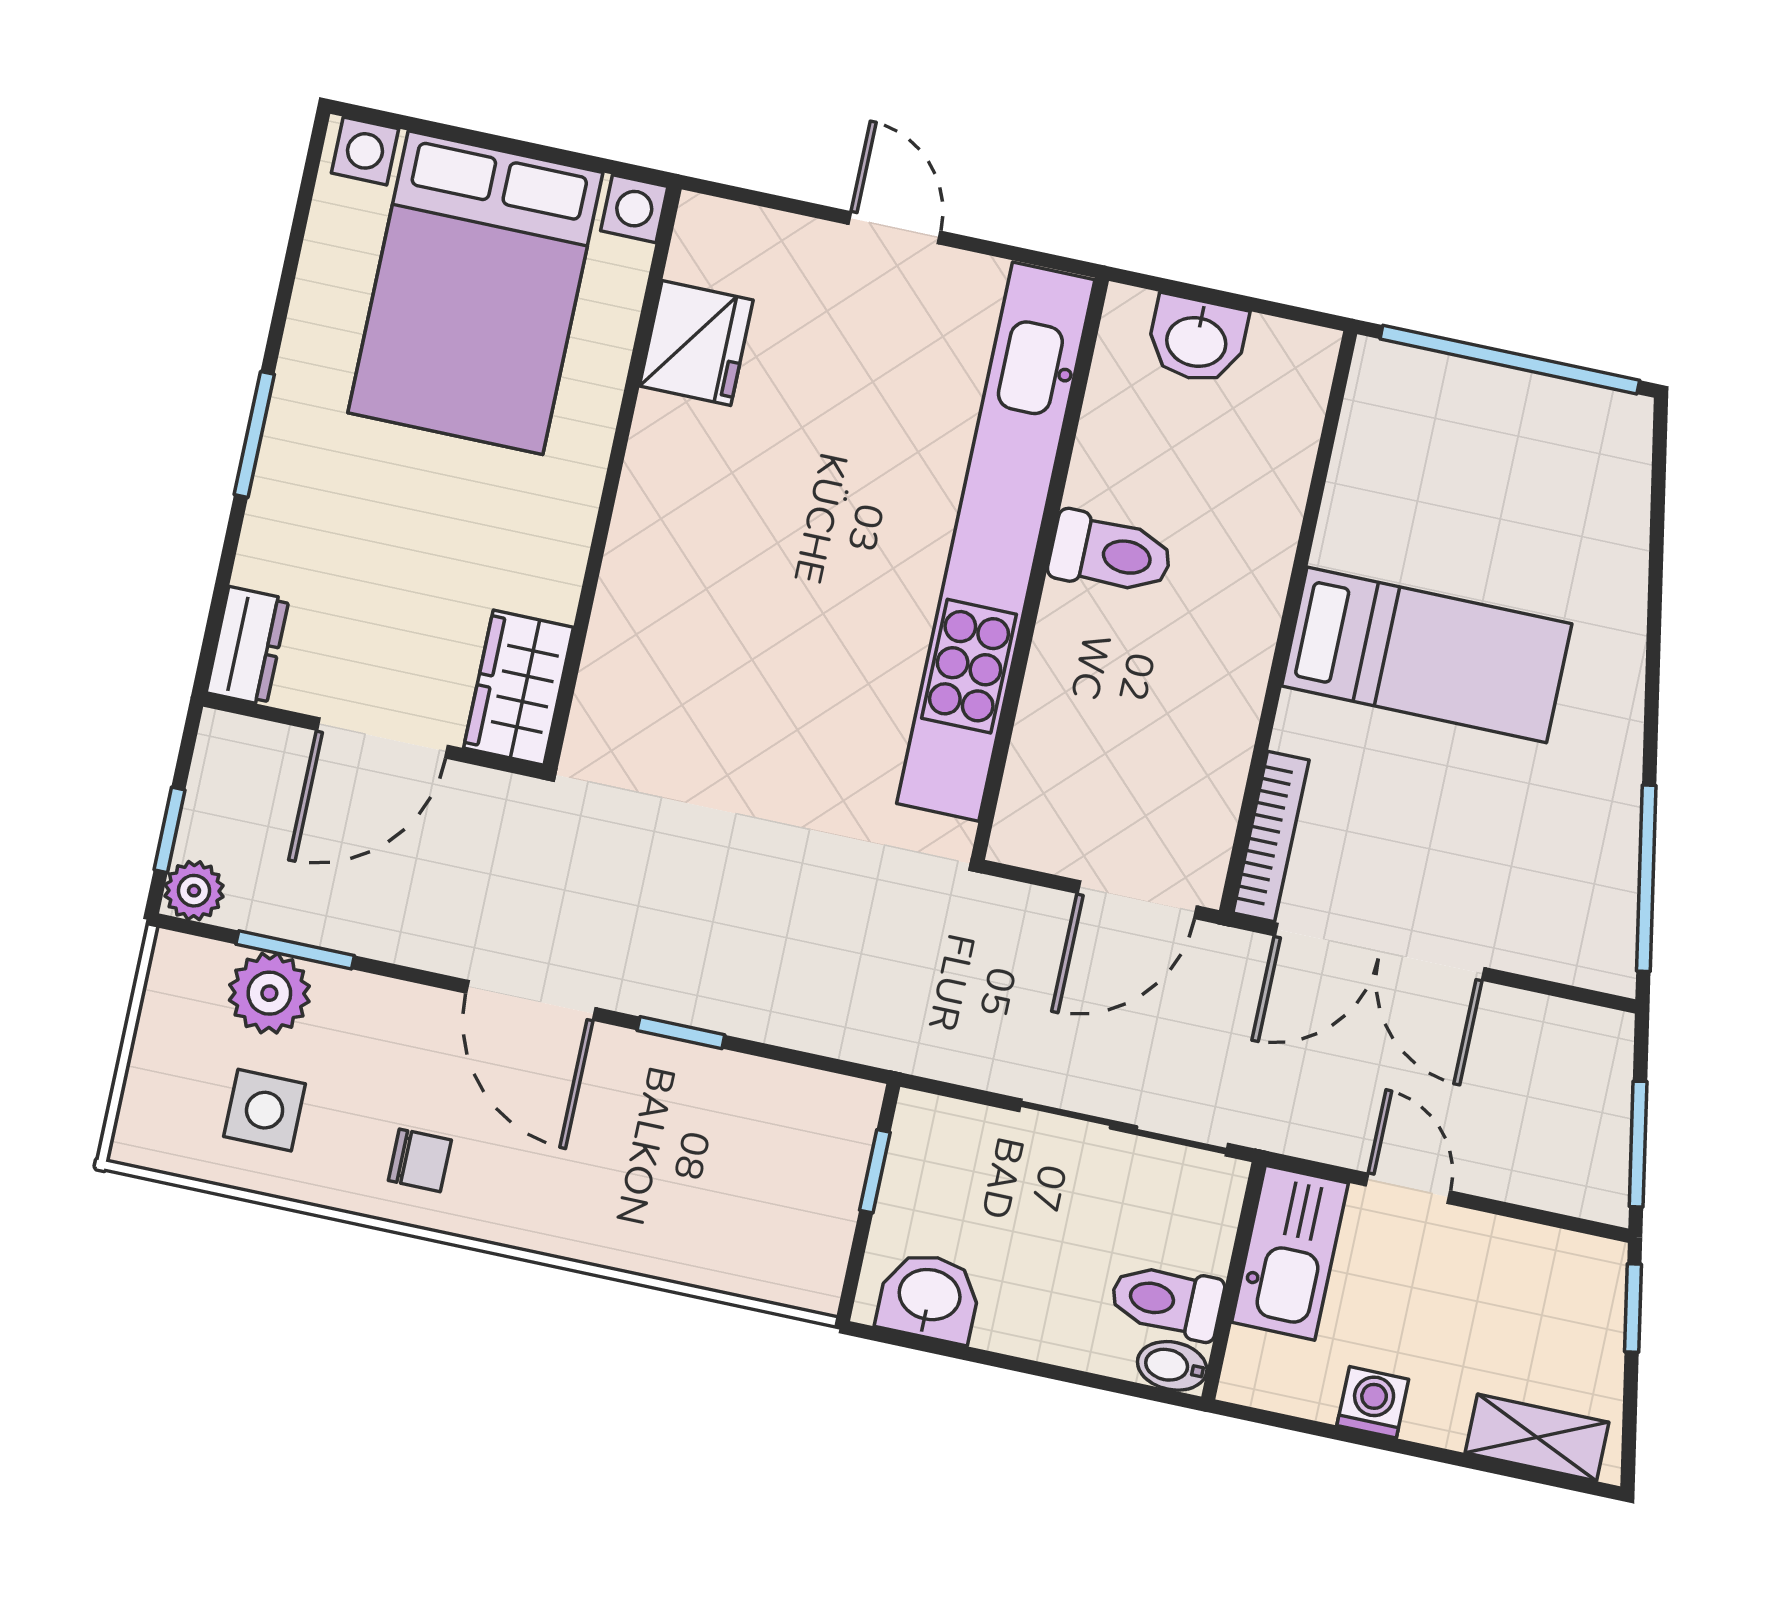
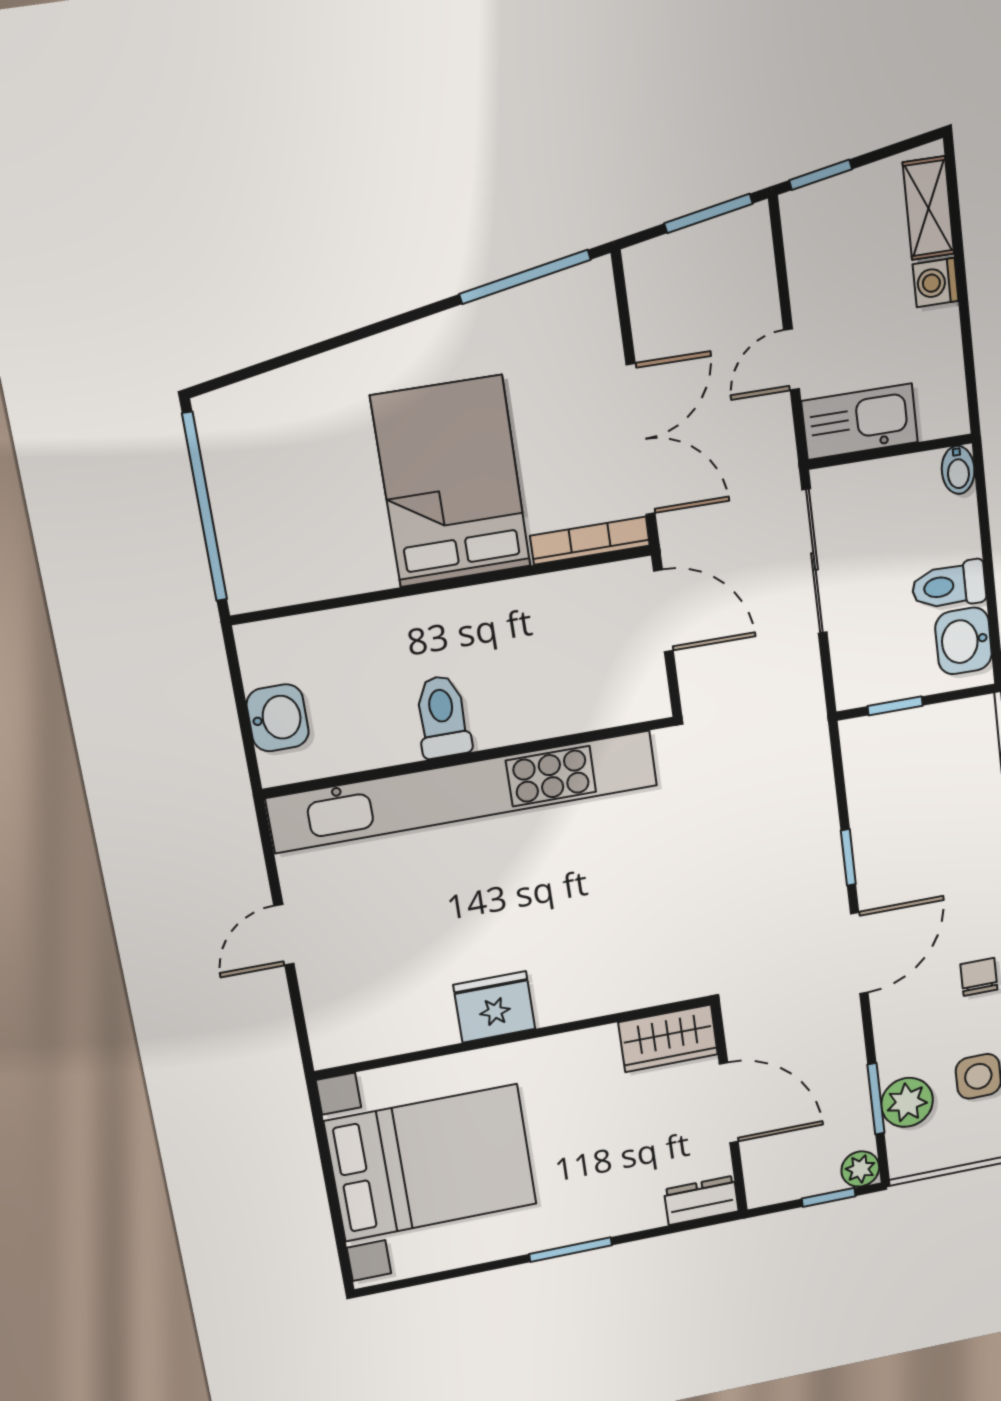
fridge: (696, 343) -> (494, 1007), moved
bed: (1427, 655) -> (451, 482), width x1.50
toilet: (1167, 1301) -> (949, 586), moved, turned 90
washing machine: (1373, 1402) -> (936, 282), moved

